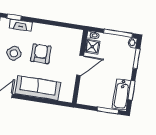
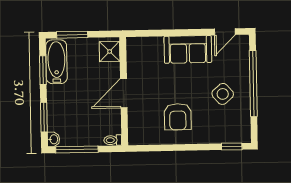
fireplace: (21, 25) -> (220, 137), removed
shower: (92, 47) -> (110, 52), moved
armchair: (41, 54) -> (178, 117), moved
sofa: (38, 88) -> (188, 49), width x0.73

